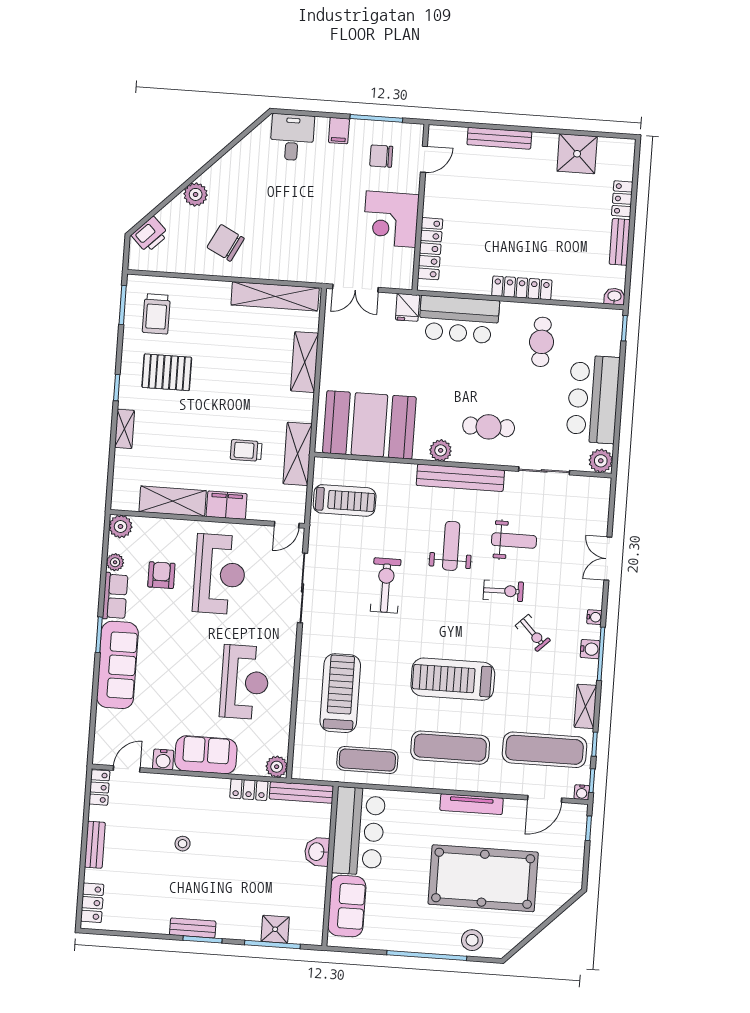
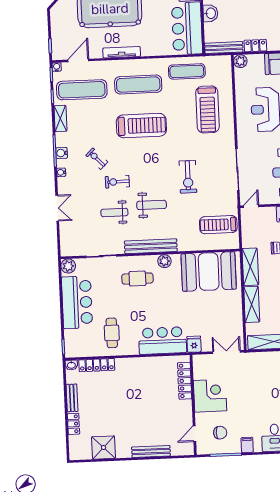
locker: (522, 288) -> (97, 365), moved
shelving: (298, 454) -> (250, 267), moved
weight bench: (451, 546) -> (152, 205), turned -90

